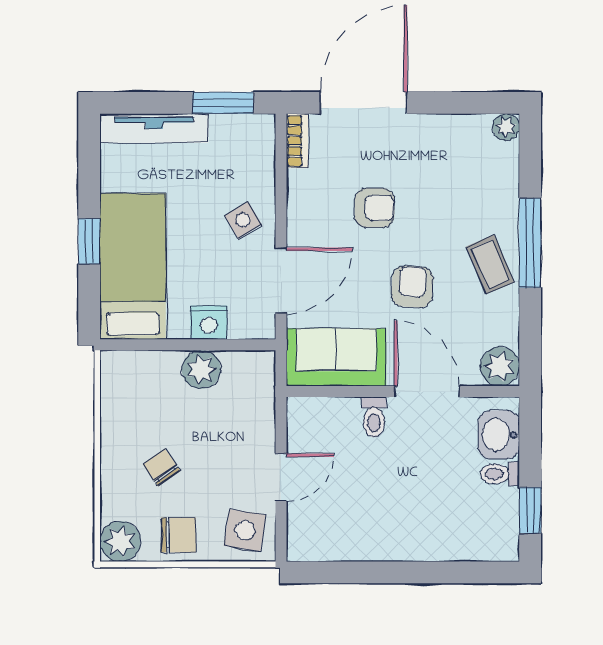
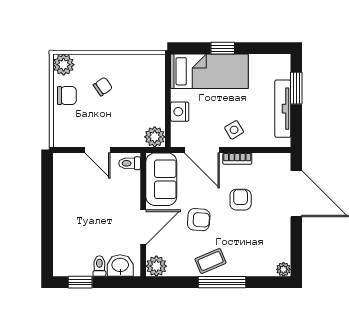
window: (223, 103) -> (296, 88), moved
tv unit: (154, 128) -> (283, 109), moved
bookcase: (297, 141) -> (237, 159), moved
armchair: (375, 208) -> (241, 200), turned 180
plant: (201, 370) -> (155, 137), moved
toilet: (374, 417) -> (130, 163), moved
side table: (245, 530) -> (69, 131), removed
chair: (178, 535) -> (67, 96), turned -90

